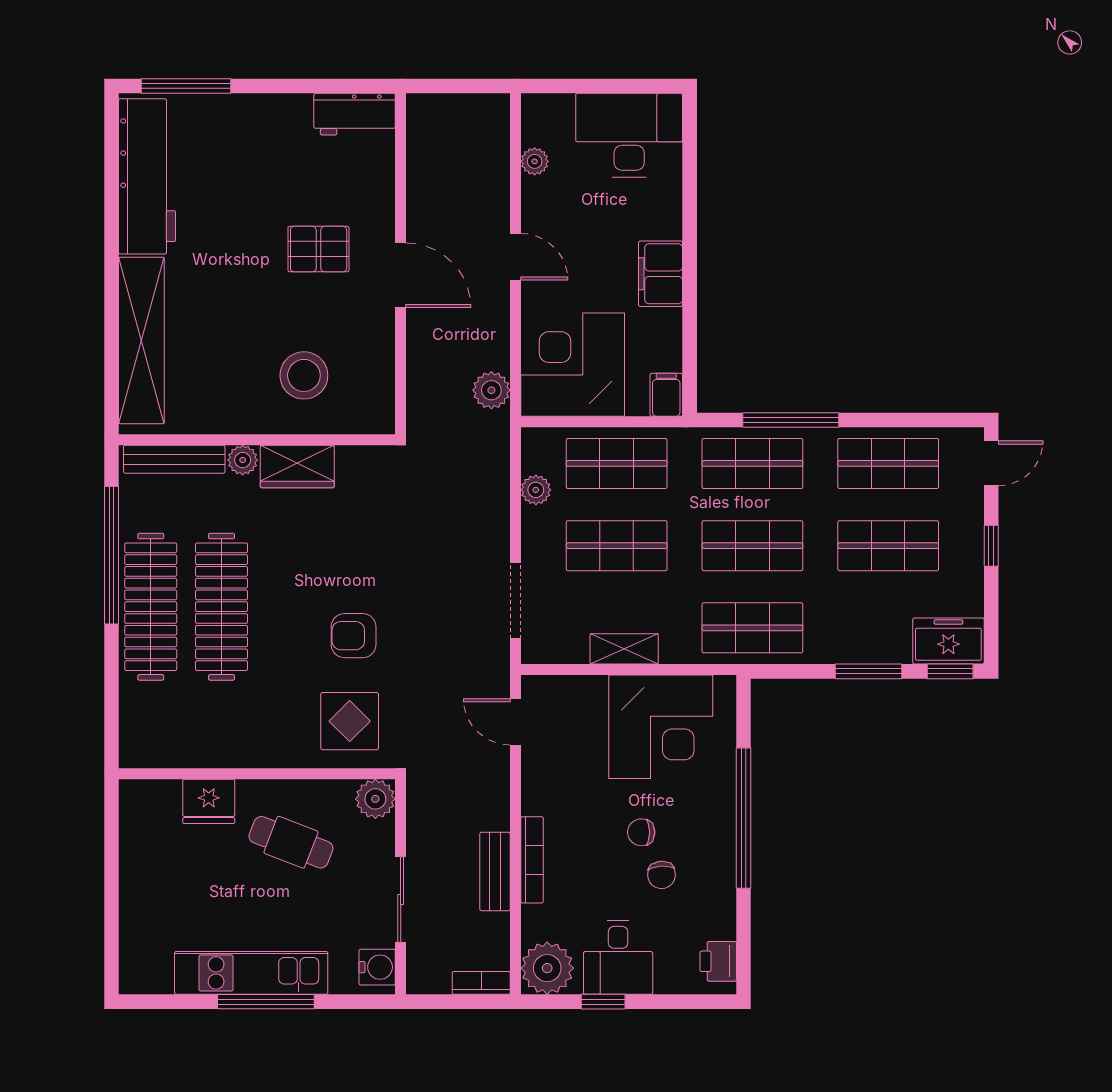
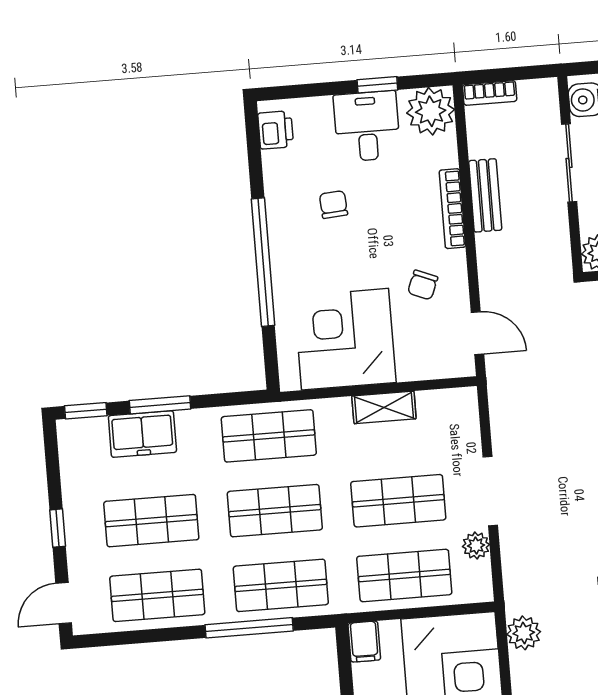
doorway: (515, 601) -> (490, 491), moved
freezer: (948, 641) -> (142, 434), moved
chair: (641, 832) -> (423, 285), moved, turned 112

